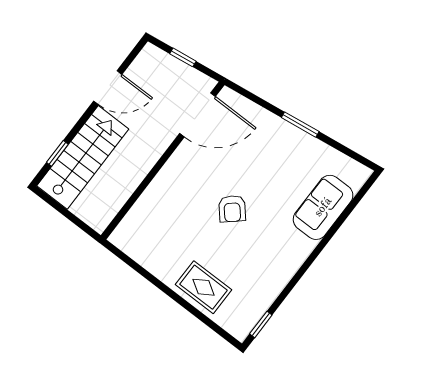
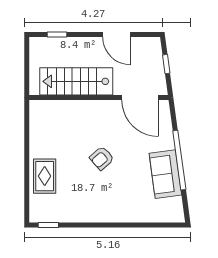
window: (300, 125) -> (179, 160), width x2.11
stairs: (83, 157) -> (76, 81), moved, turned 180
sofa: (323, 207) -> (165, 174), moved, turned -98

